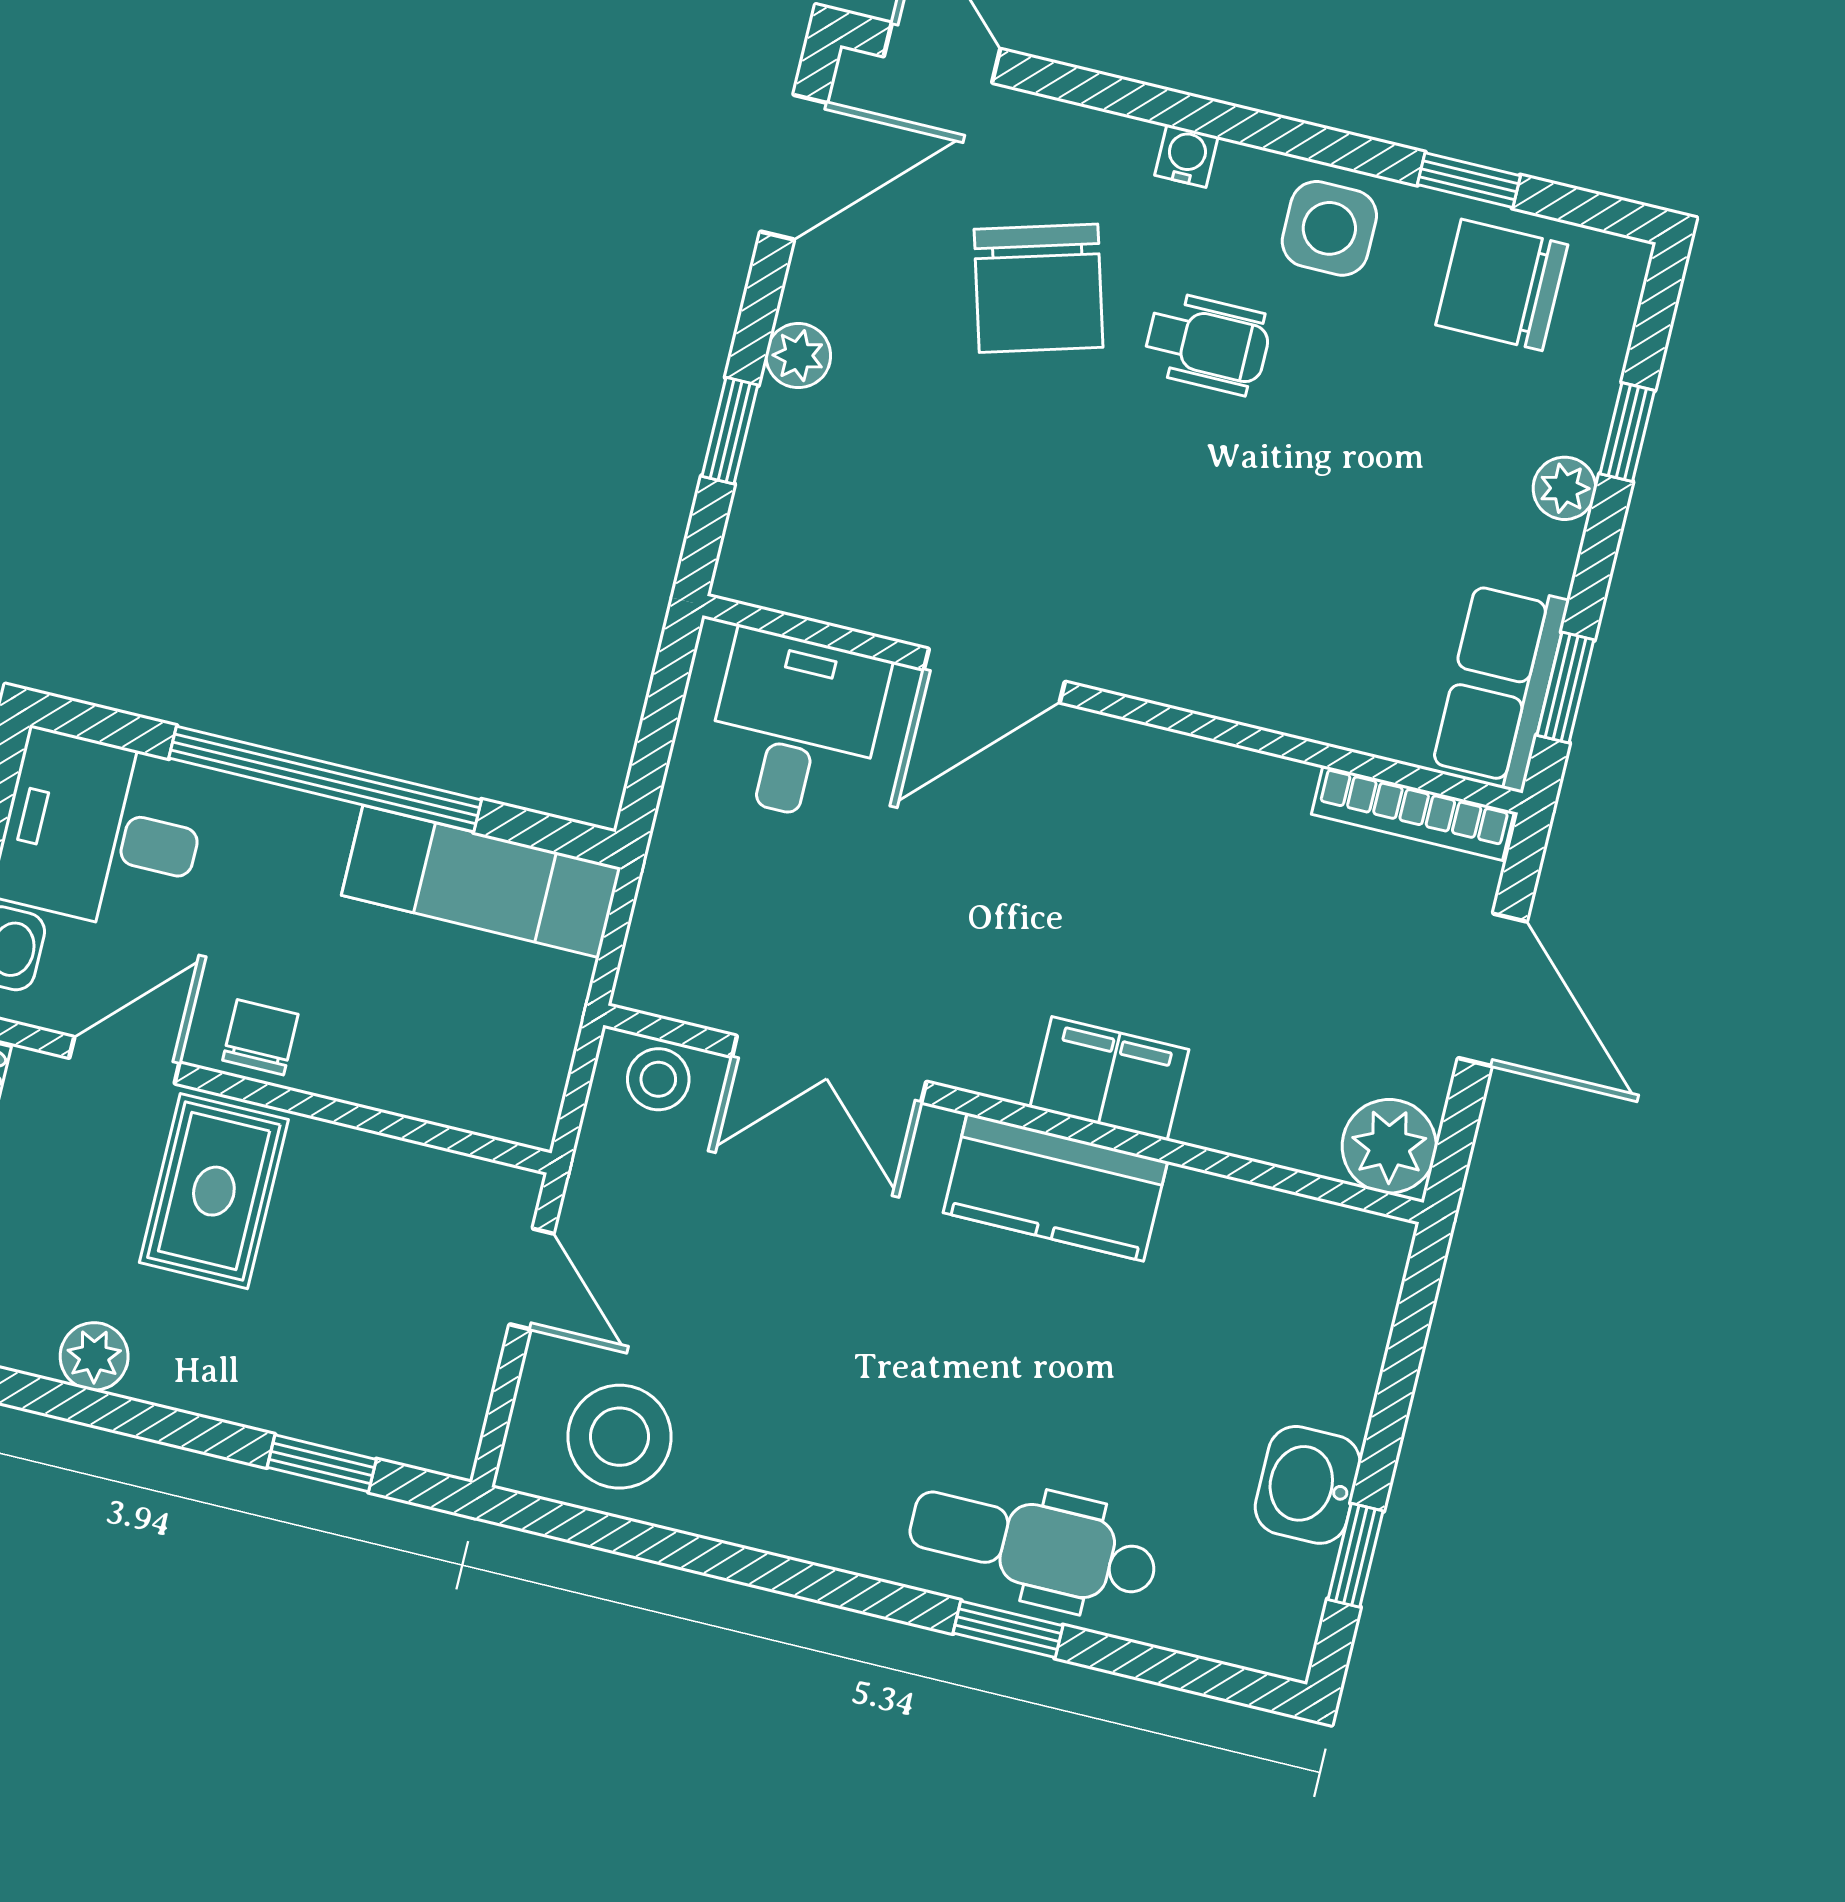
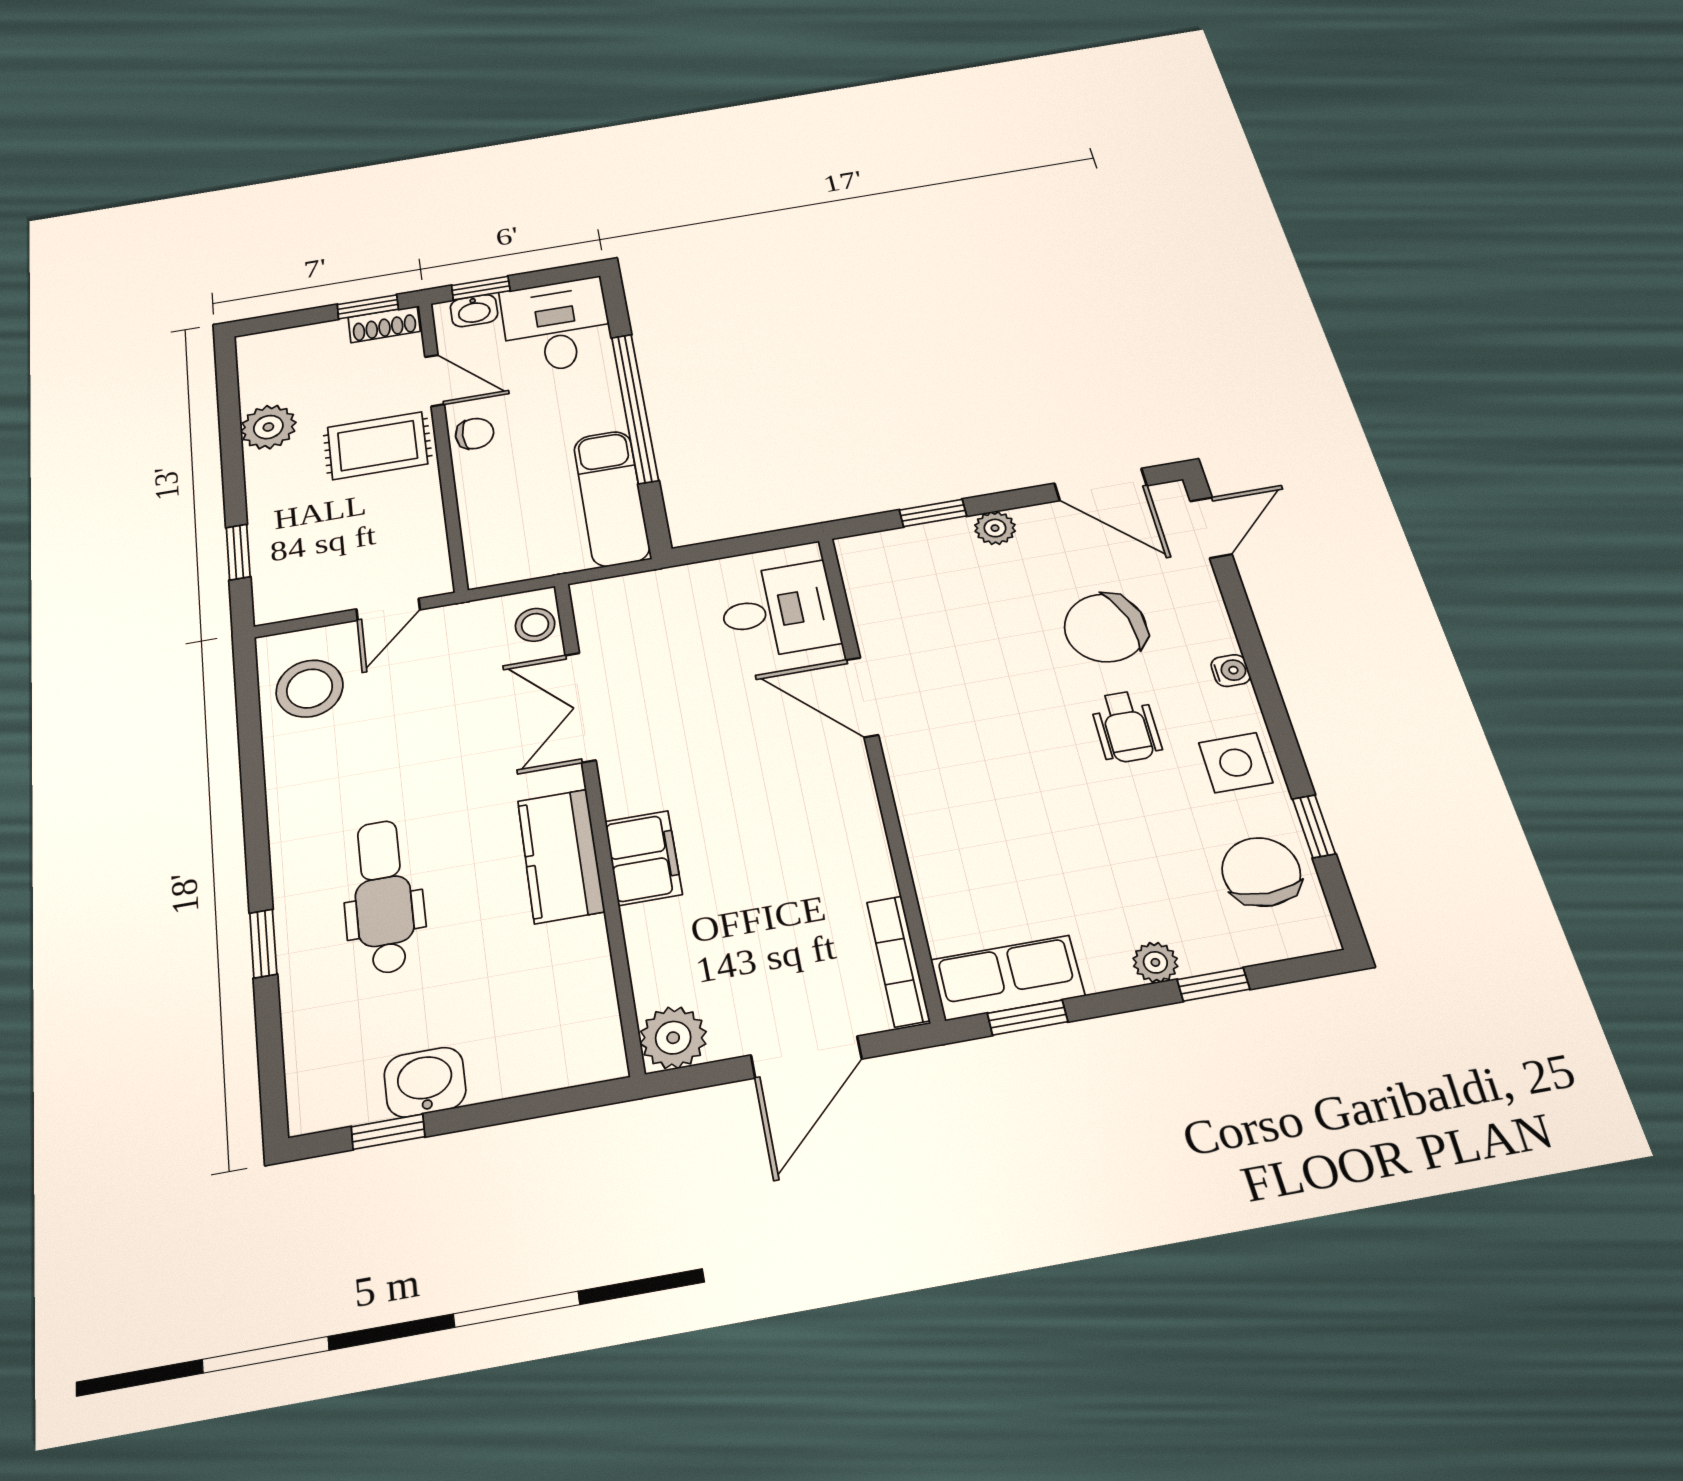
plant: (94, 1356) -> (268, 427), width x1.38, depth x1.38
dental chair: (1033, 1545) -> (383, 896), moved

